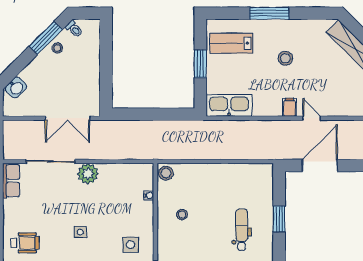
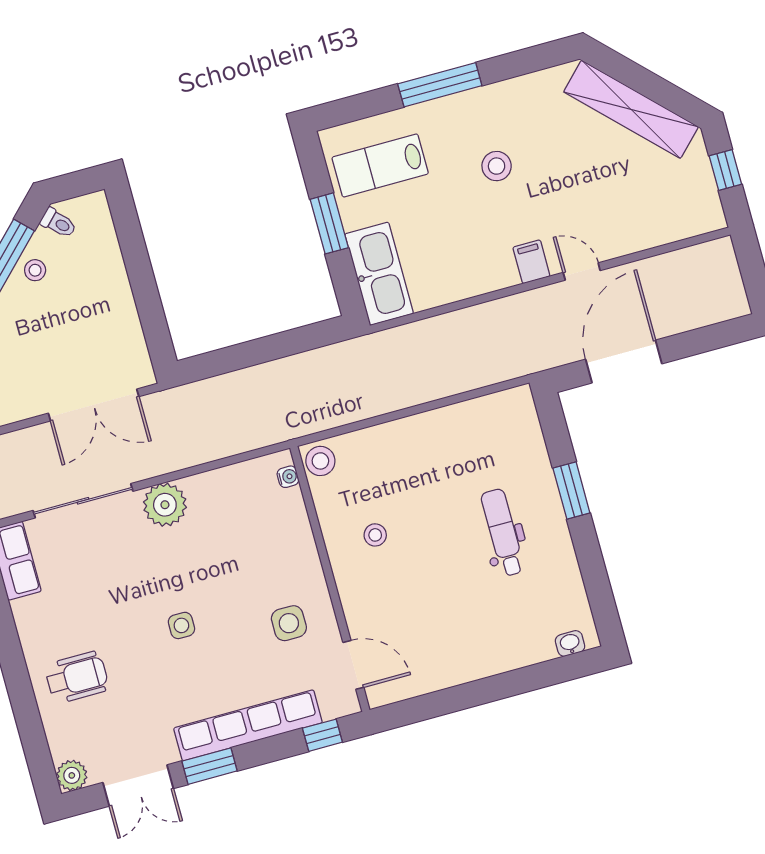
kitchen sink: (229, 105) -> (379, 274), moved, turned 90
water cooler: (149, 195) -> (288, 477), moved

